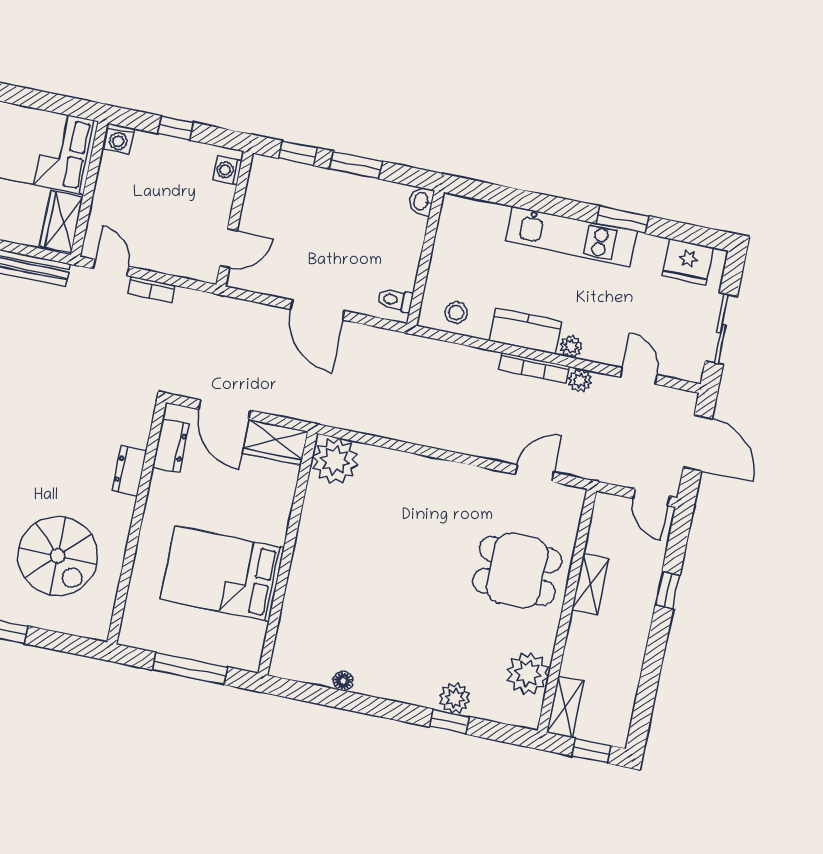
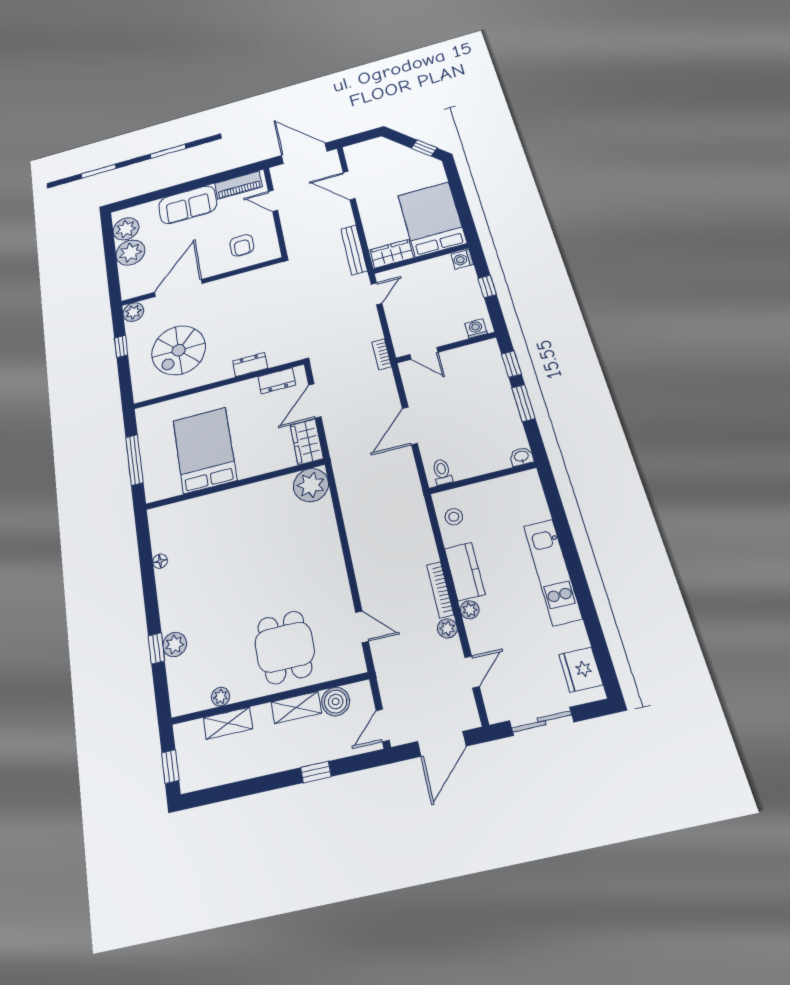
window: (623, 220) -> (586, 604), removed
bookcase: (151, 290) -> (382, 354), moved
boiler: (603, 538) -> (336, 702), added
plant: (528, 673) -> (220, 697), width x0.53, depth x0.53
shelving: (565, 707) -> (228, 723), moved

